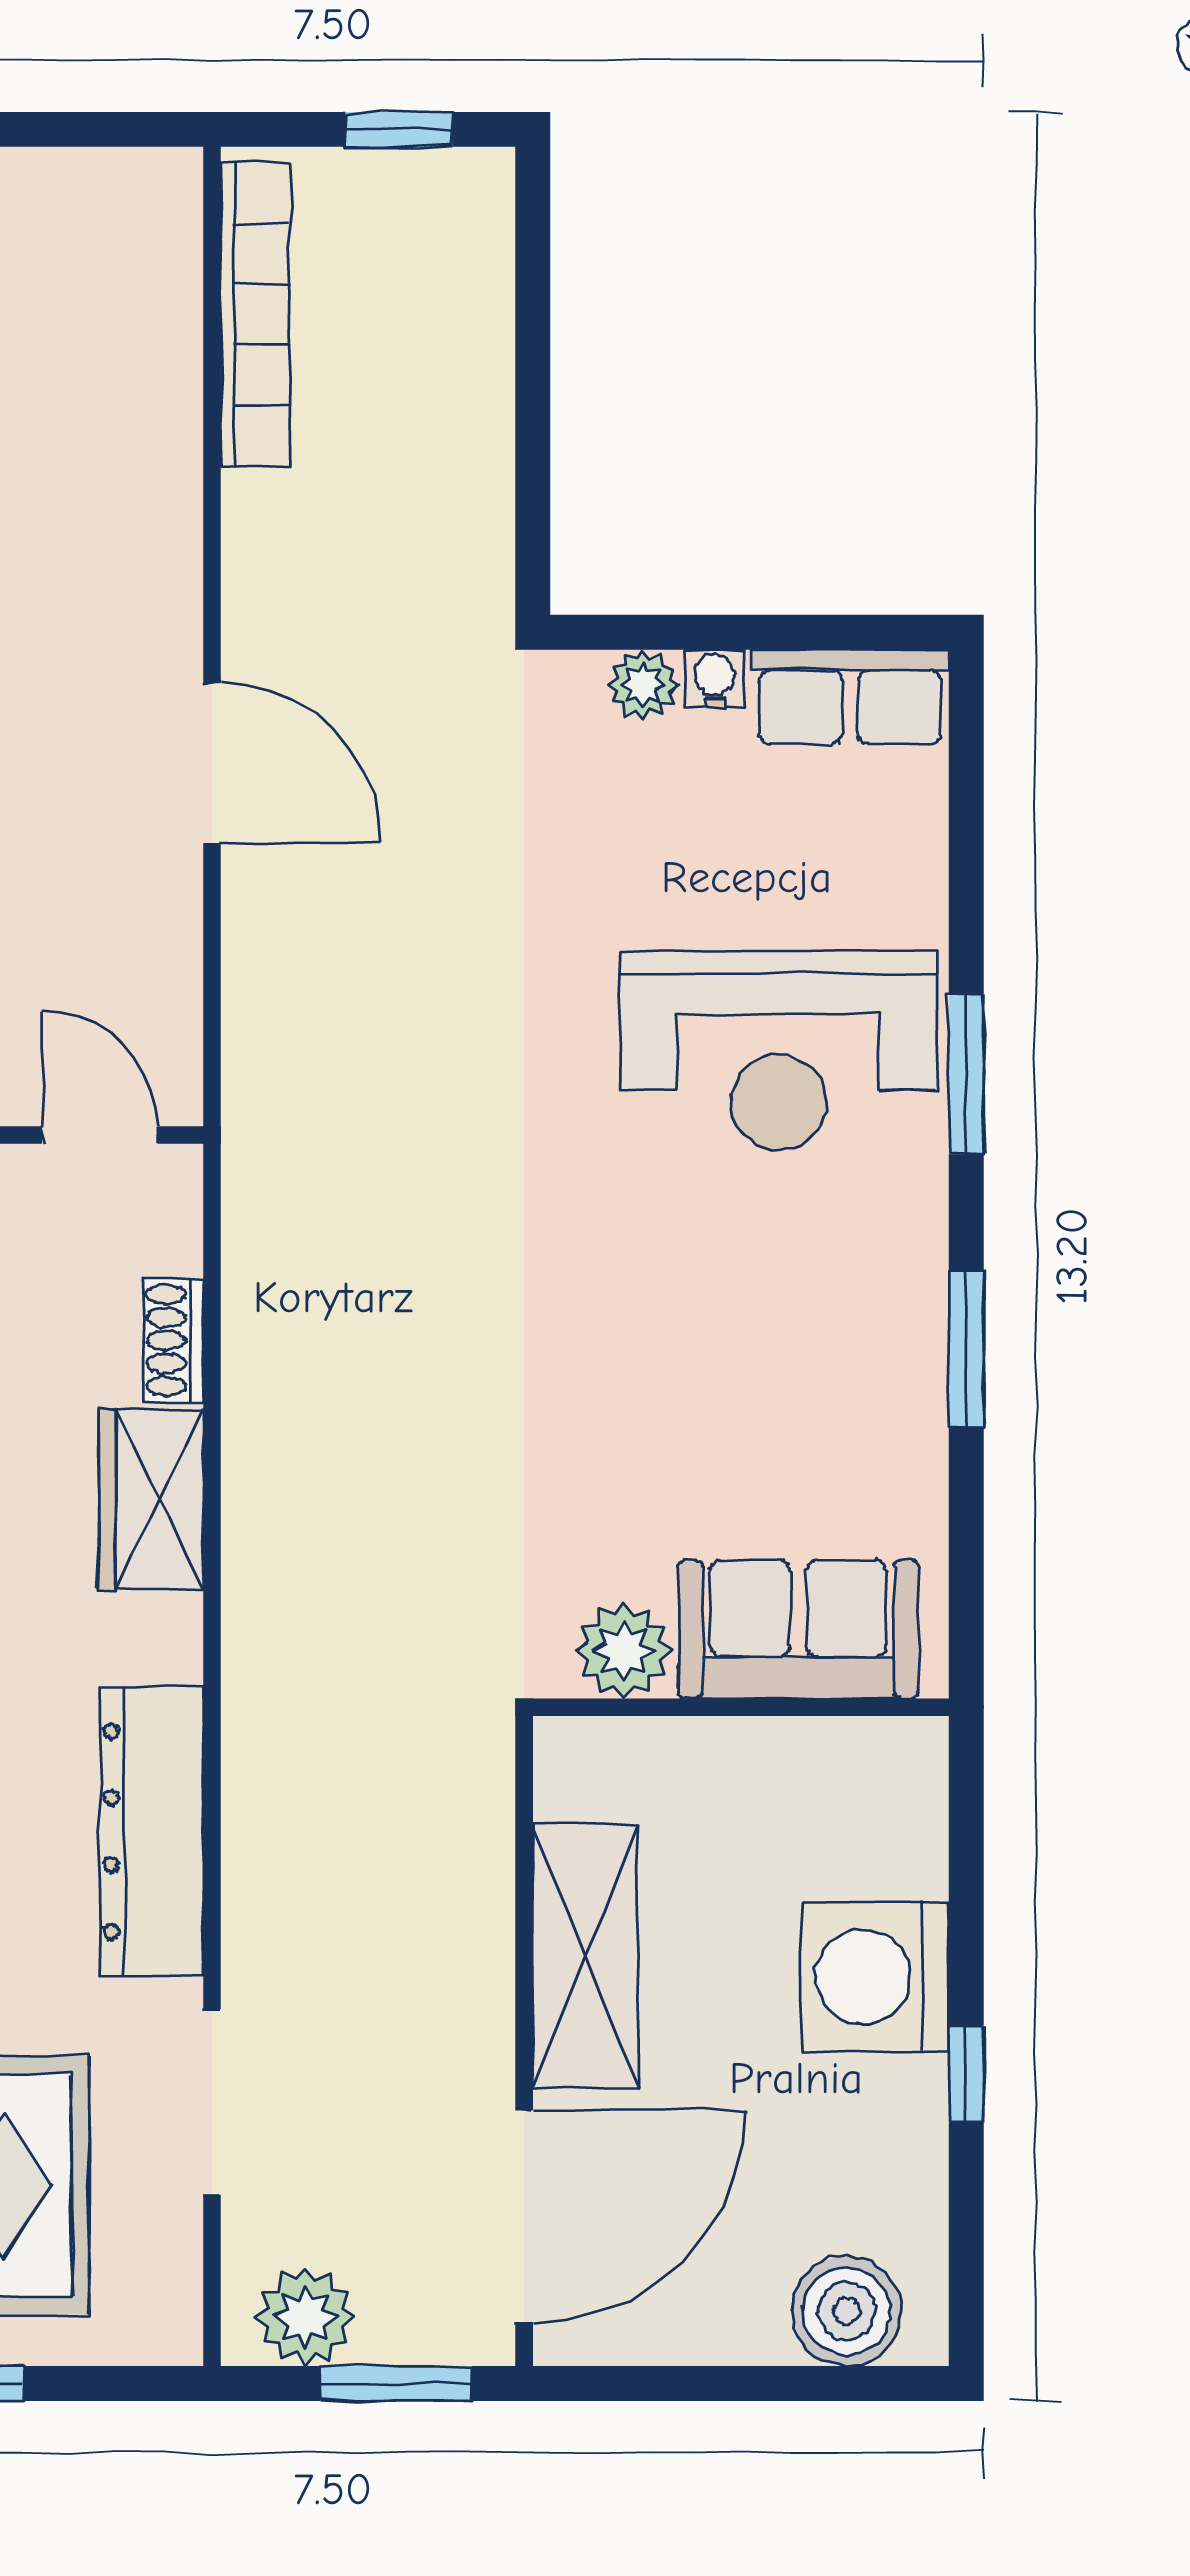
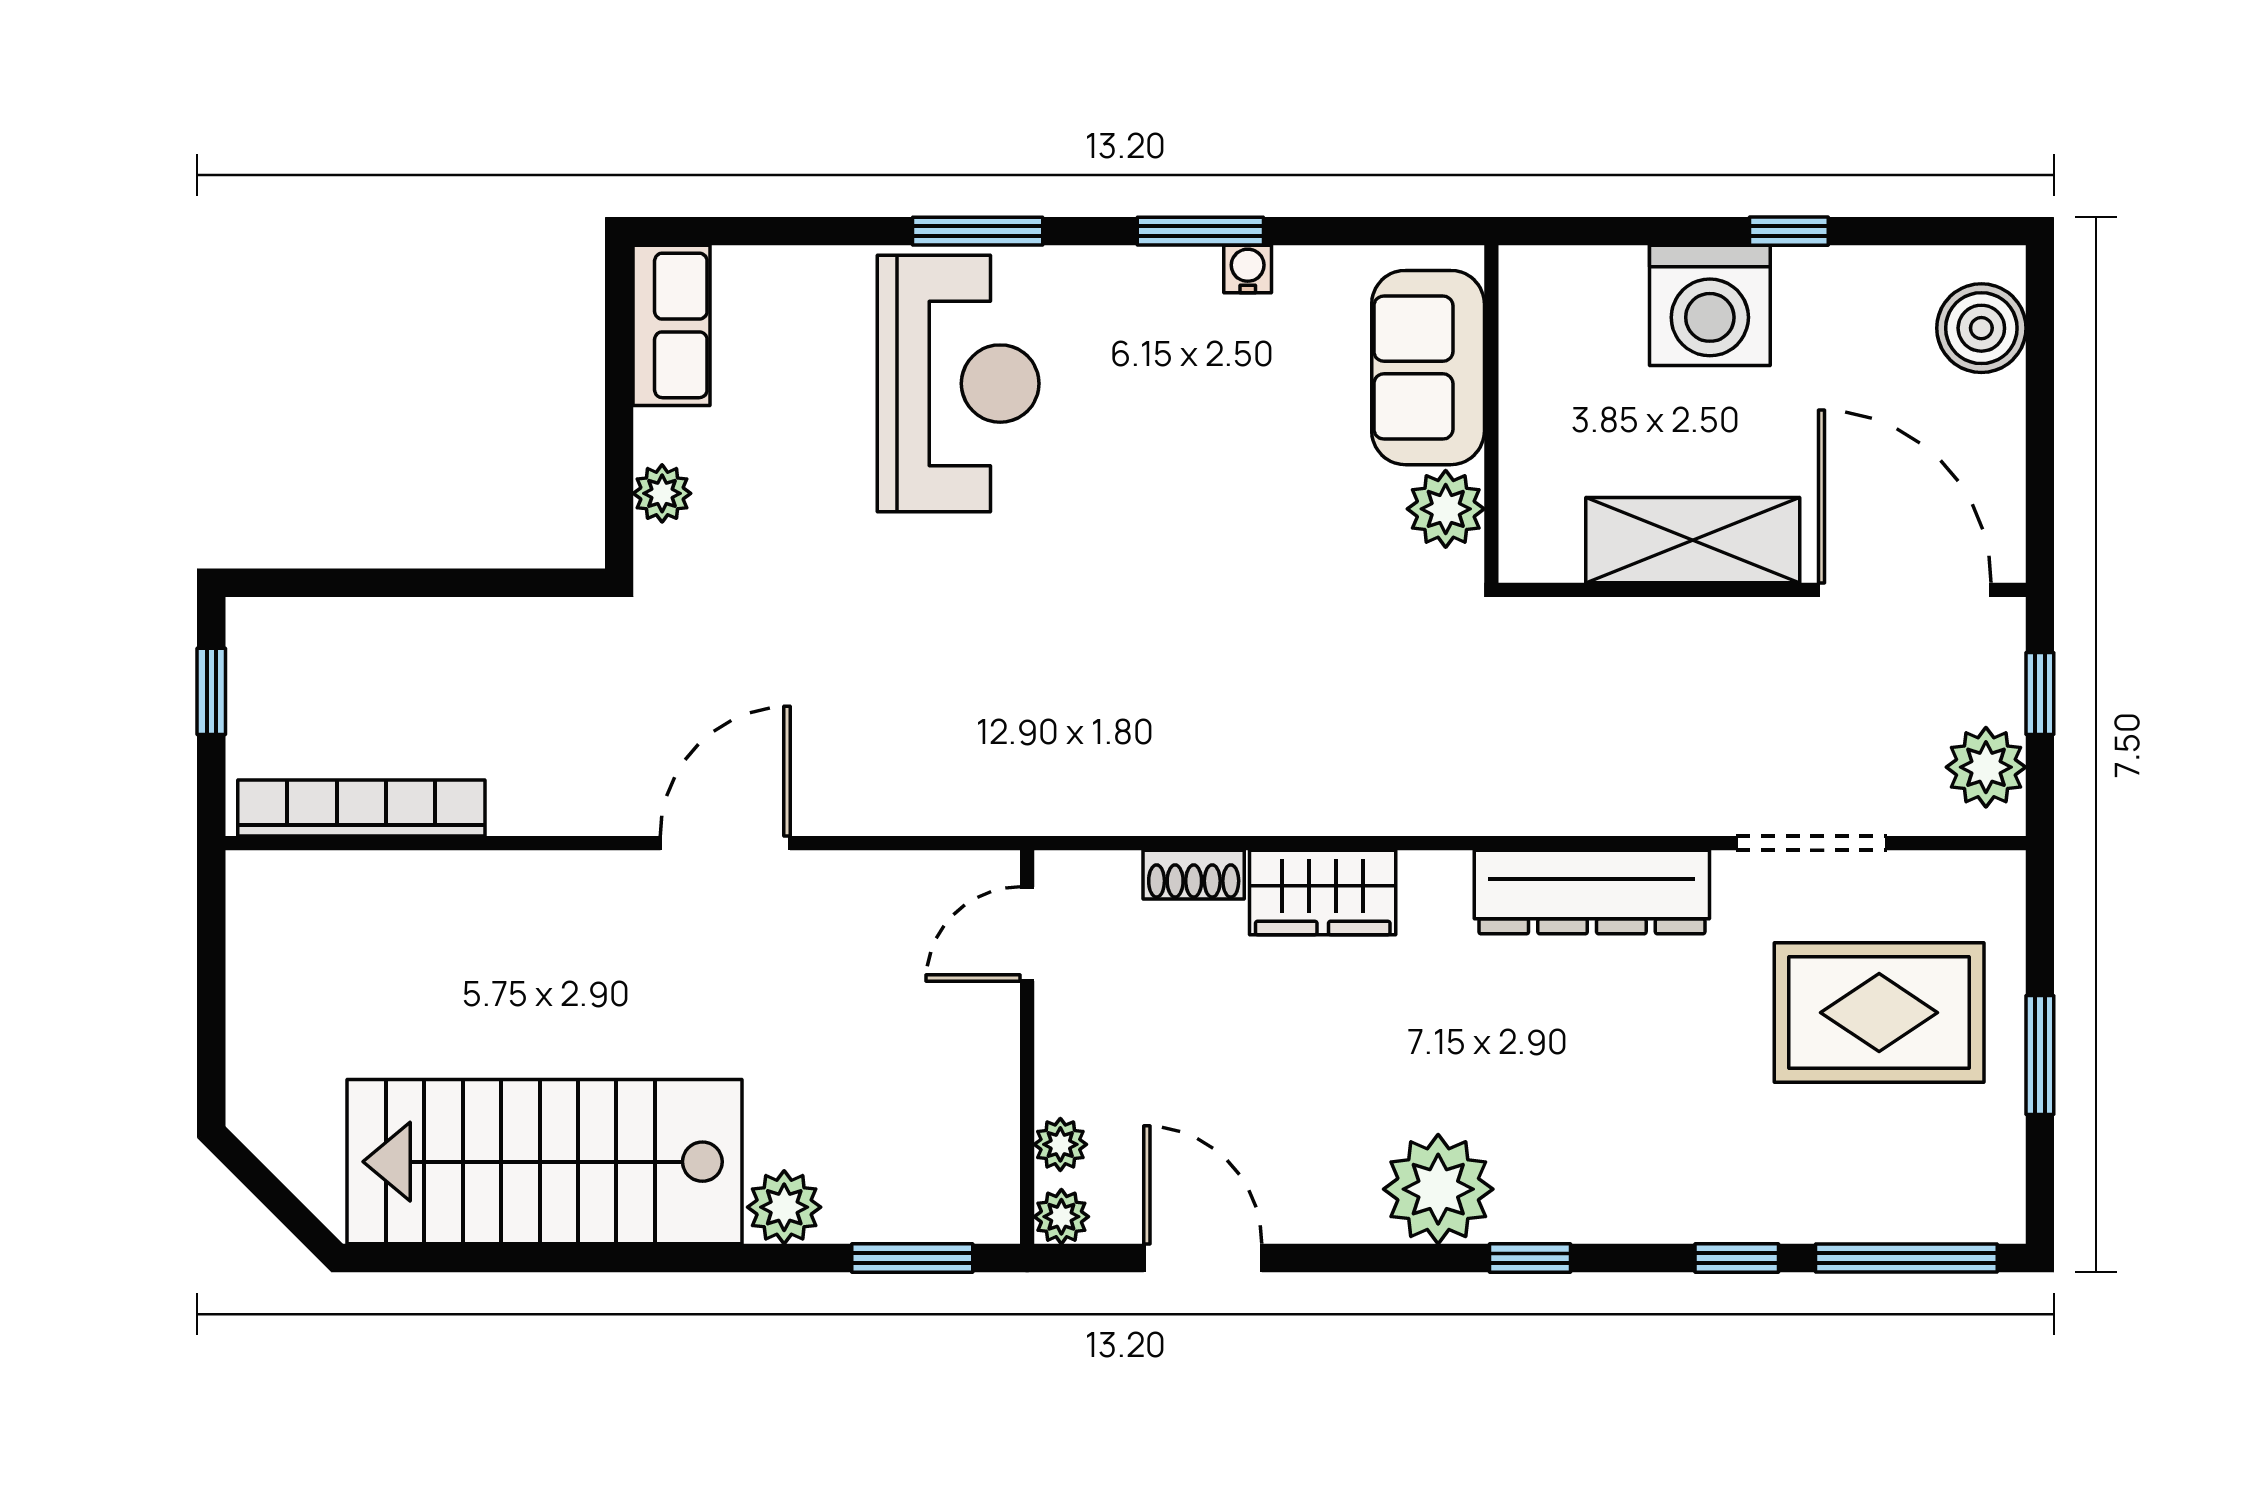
water cooler: (715, 679) -> (1248, 269), moved, turned 90
window: (396, 2383) -> (2040, 694), width x0.67

